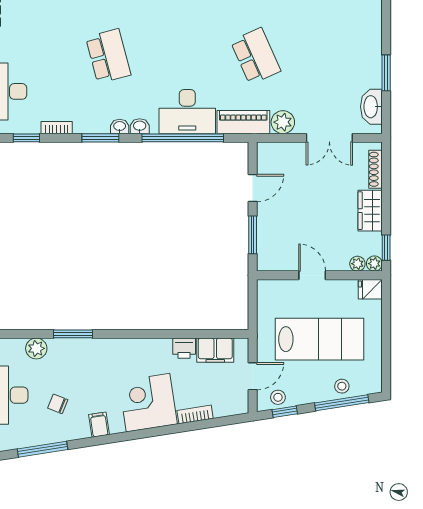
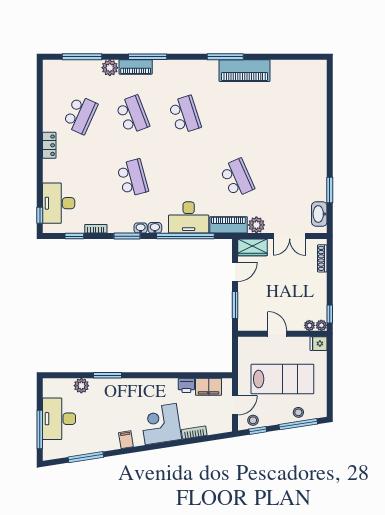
wardrobe: (370, 211) -> (252, 247), moved, turned -90
chair: (58, 404) -> (97, 425), removed

